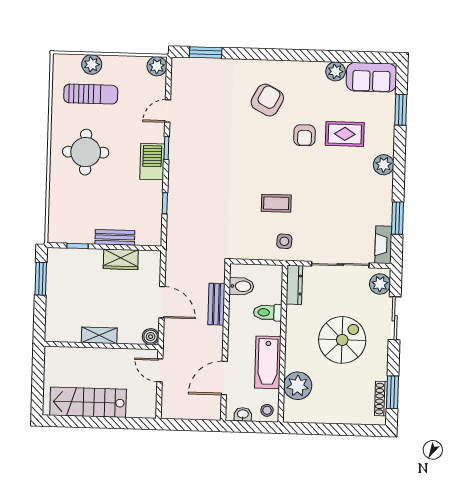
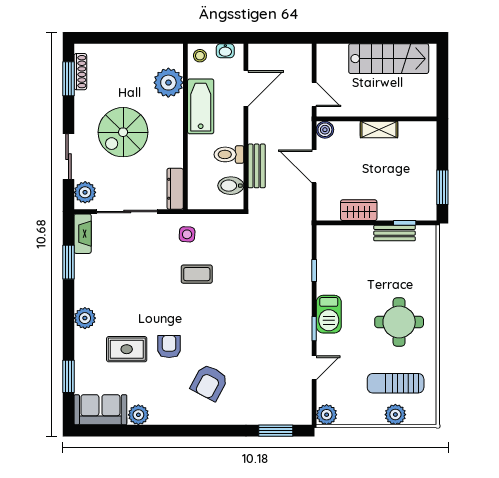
bench: (115, 237) -> (395, 233), moved
toilet: (268, 312) -> (229, 154), moved, turned 180

